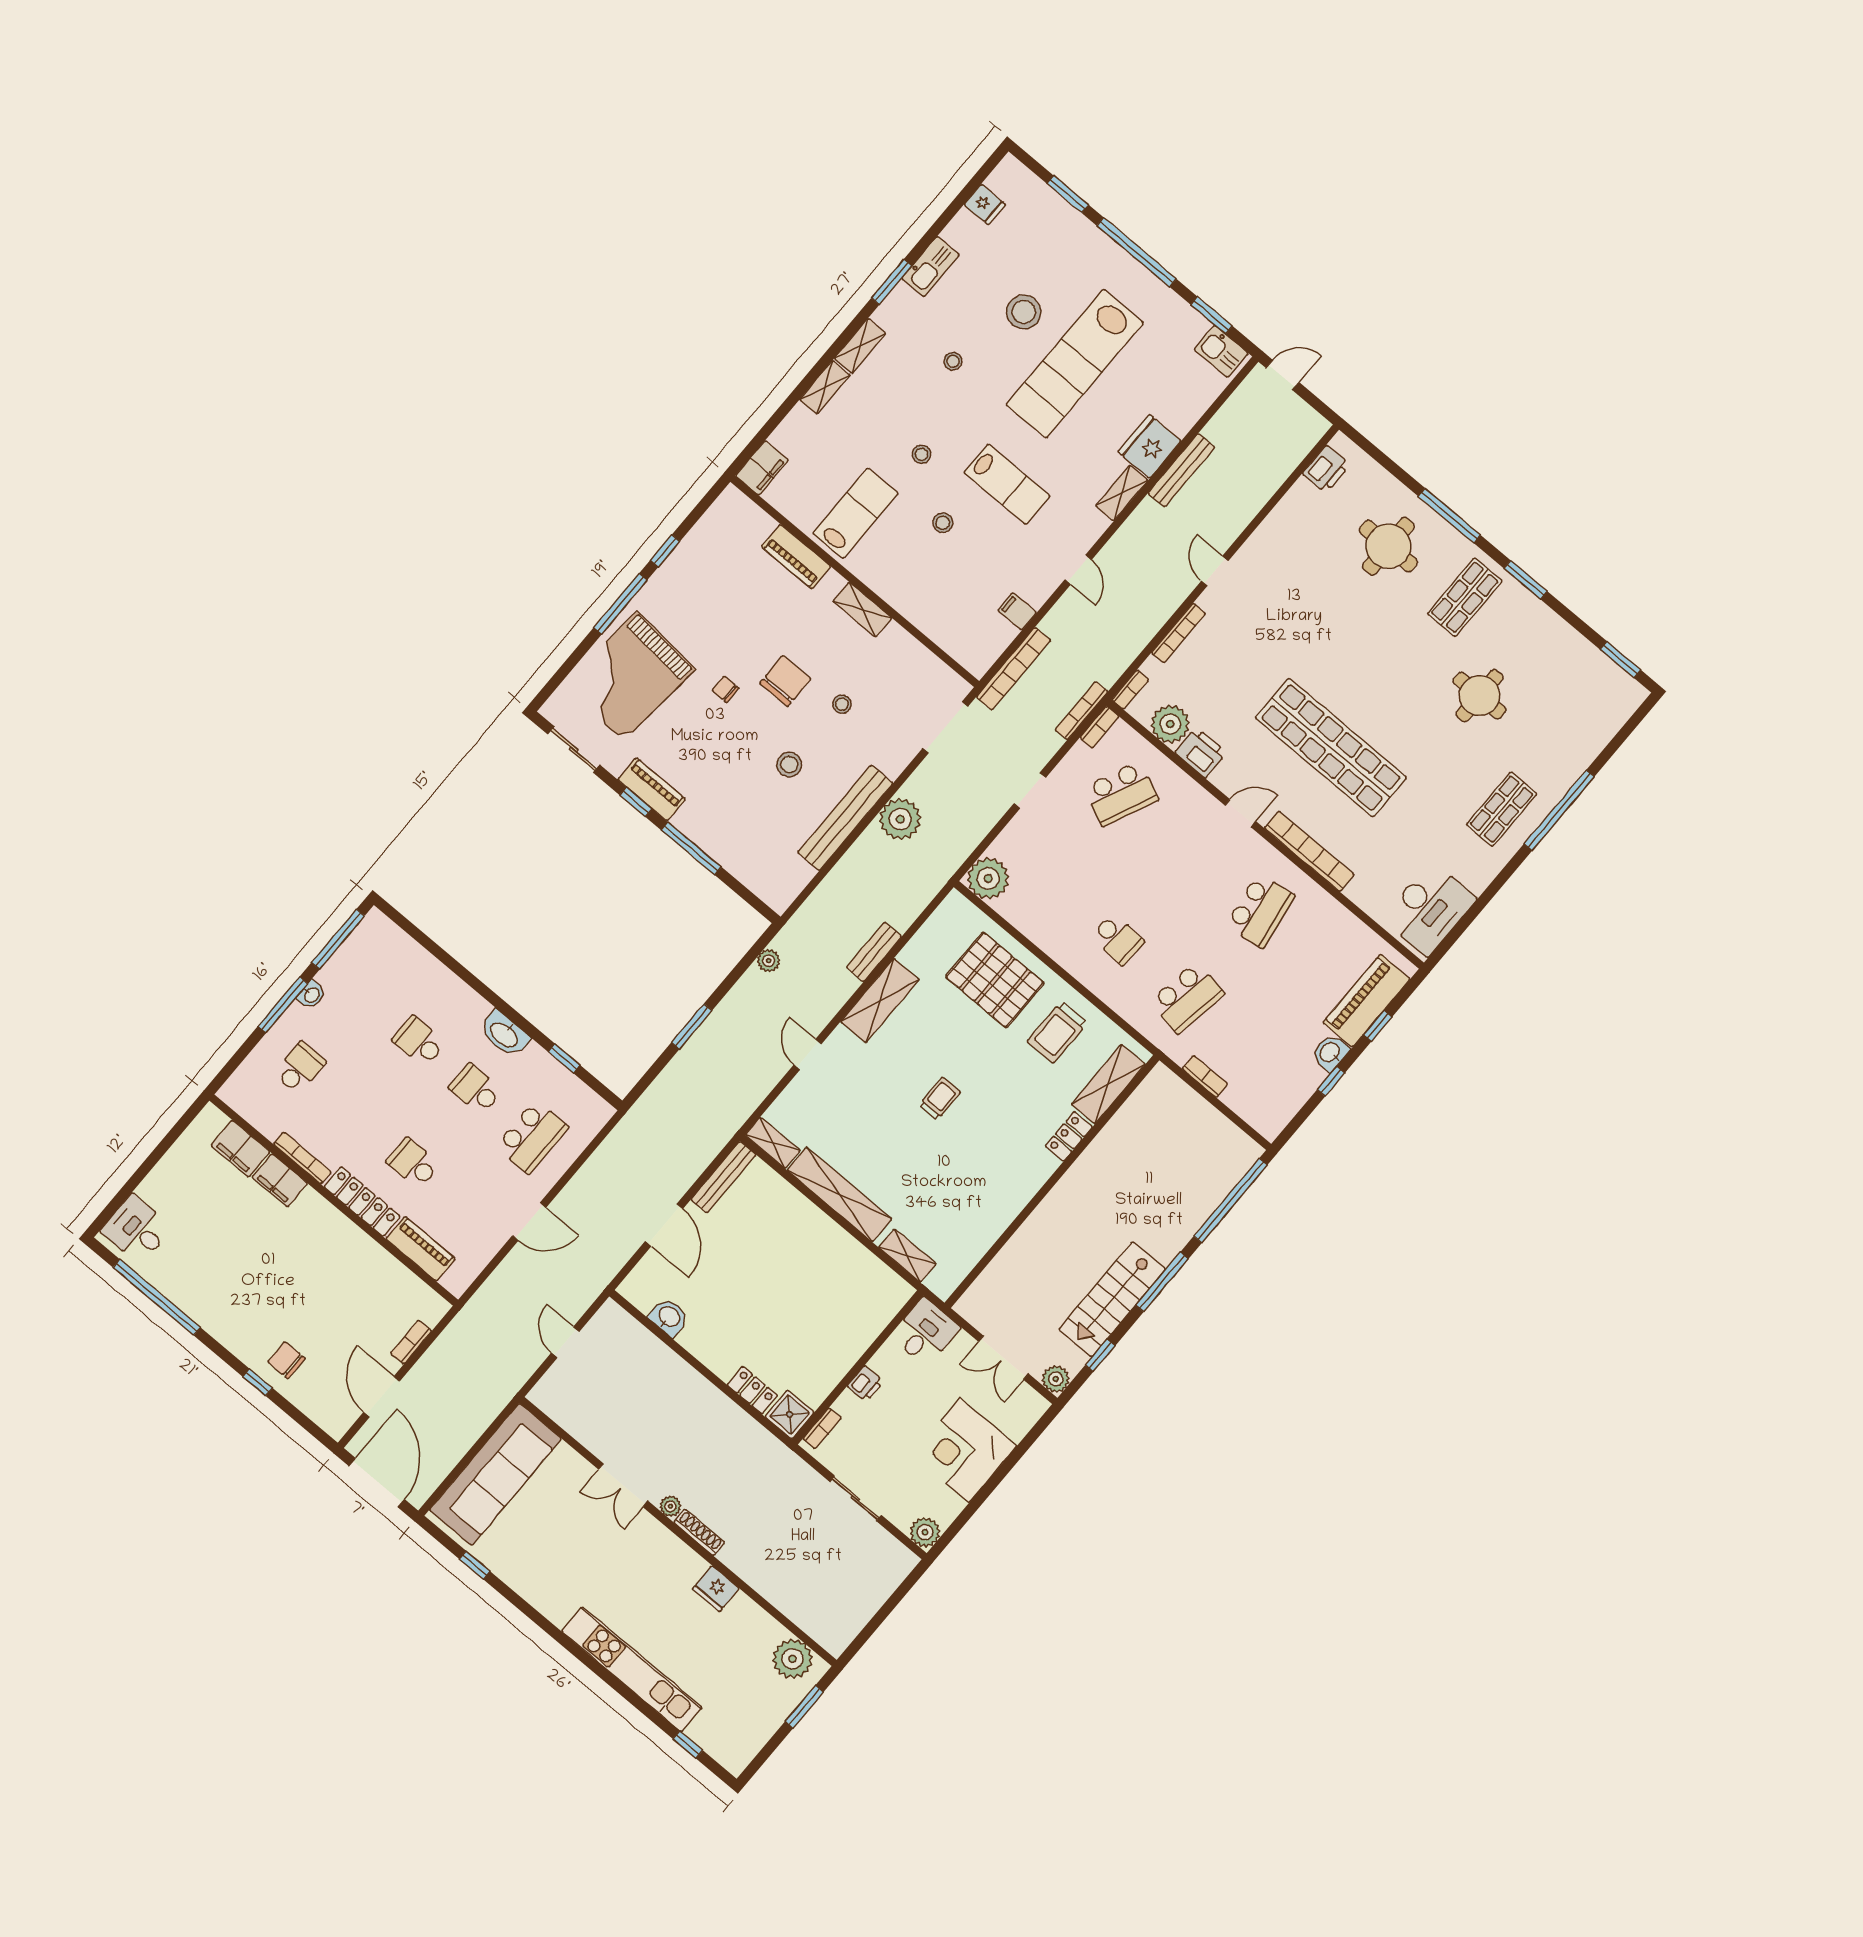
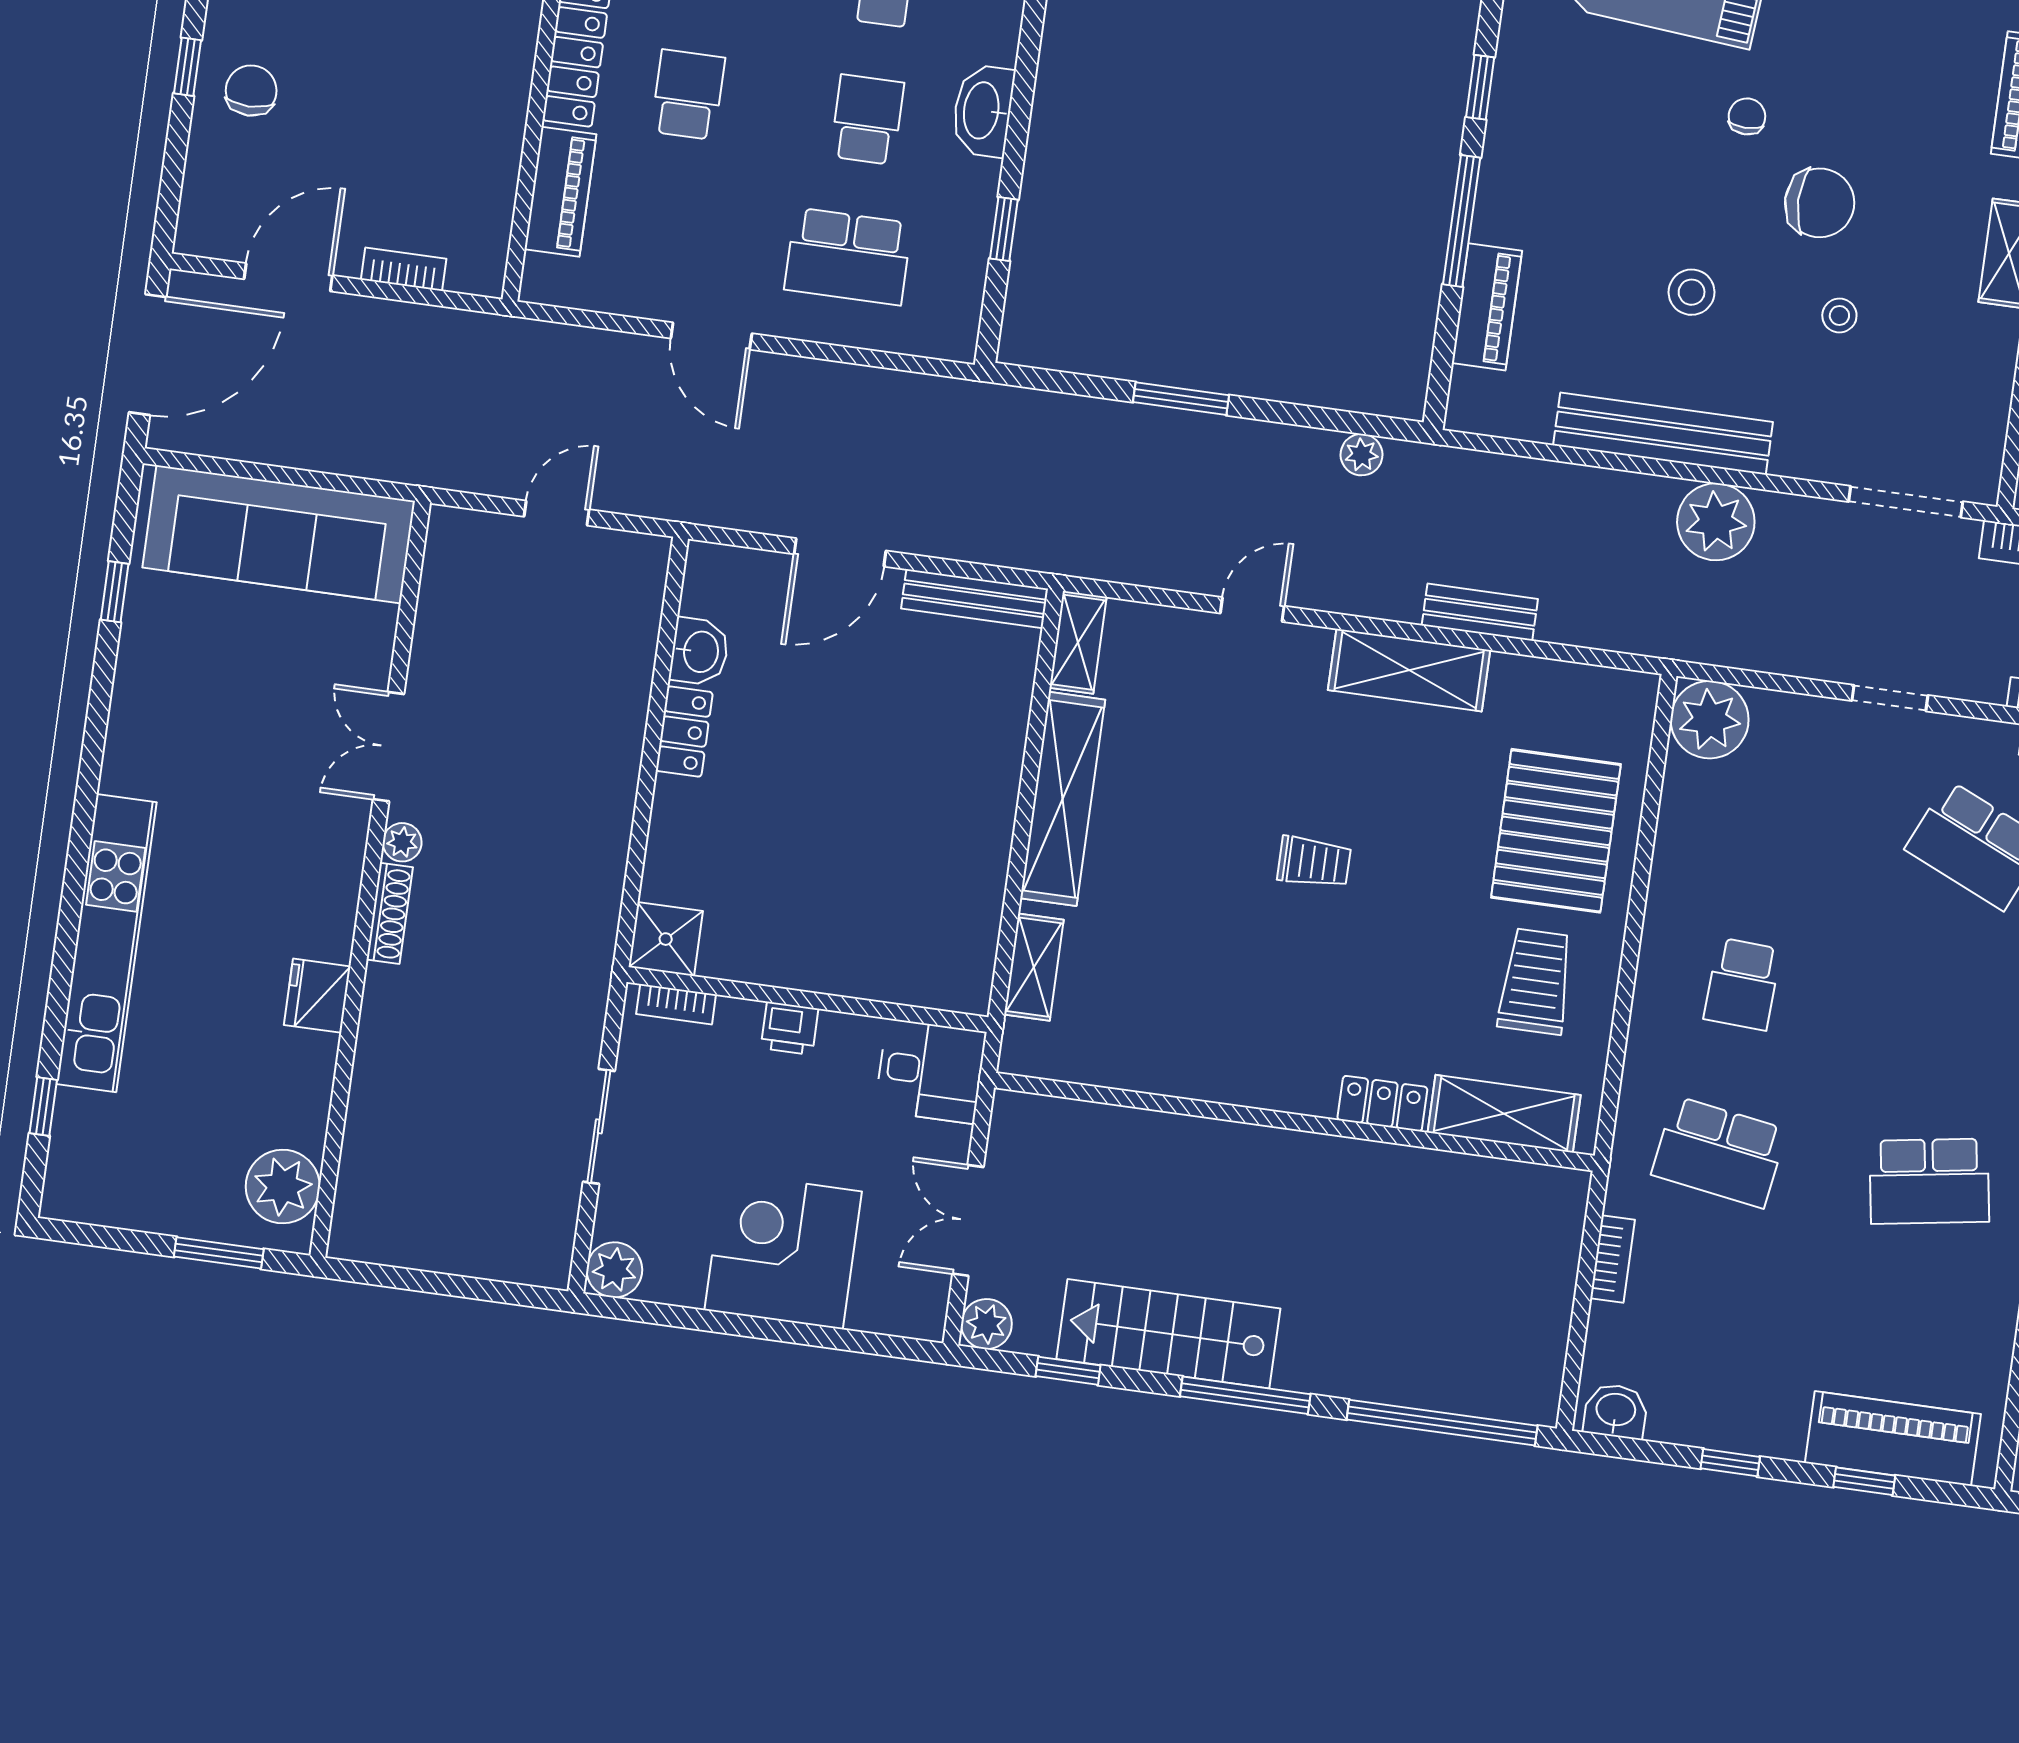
piano: (652, 789) -> (1487, 307), moved
trolley: (1057, 1032) -> (1536, 982), turned 90
washbasin: (1330, 1053) -> (1616, 1411), moved
locker: (752, 1390) -> (684, 732), moved

